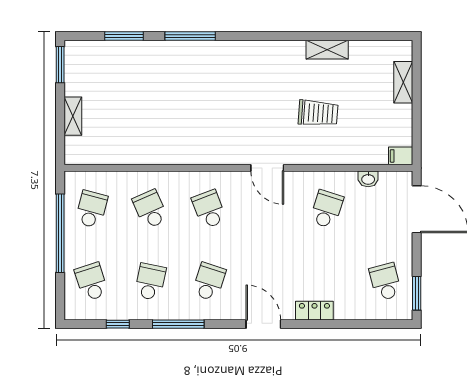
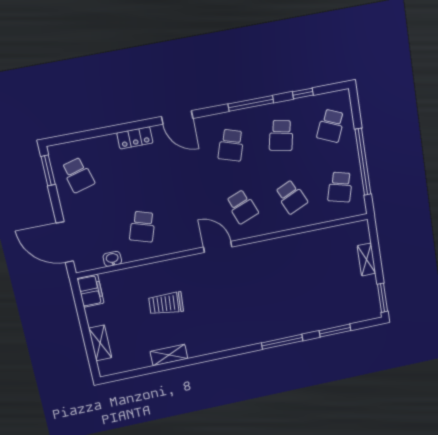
filing cabinet: (401, 156) -> (91, 291), width x2.00
door: (267, 168) -> (218, 247), moved
school desk: (91, 282) -> (331, 126), turned 42

